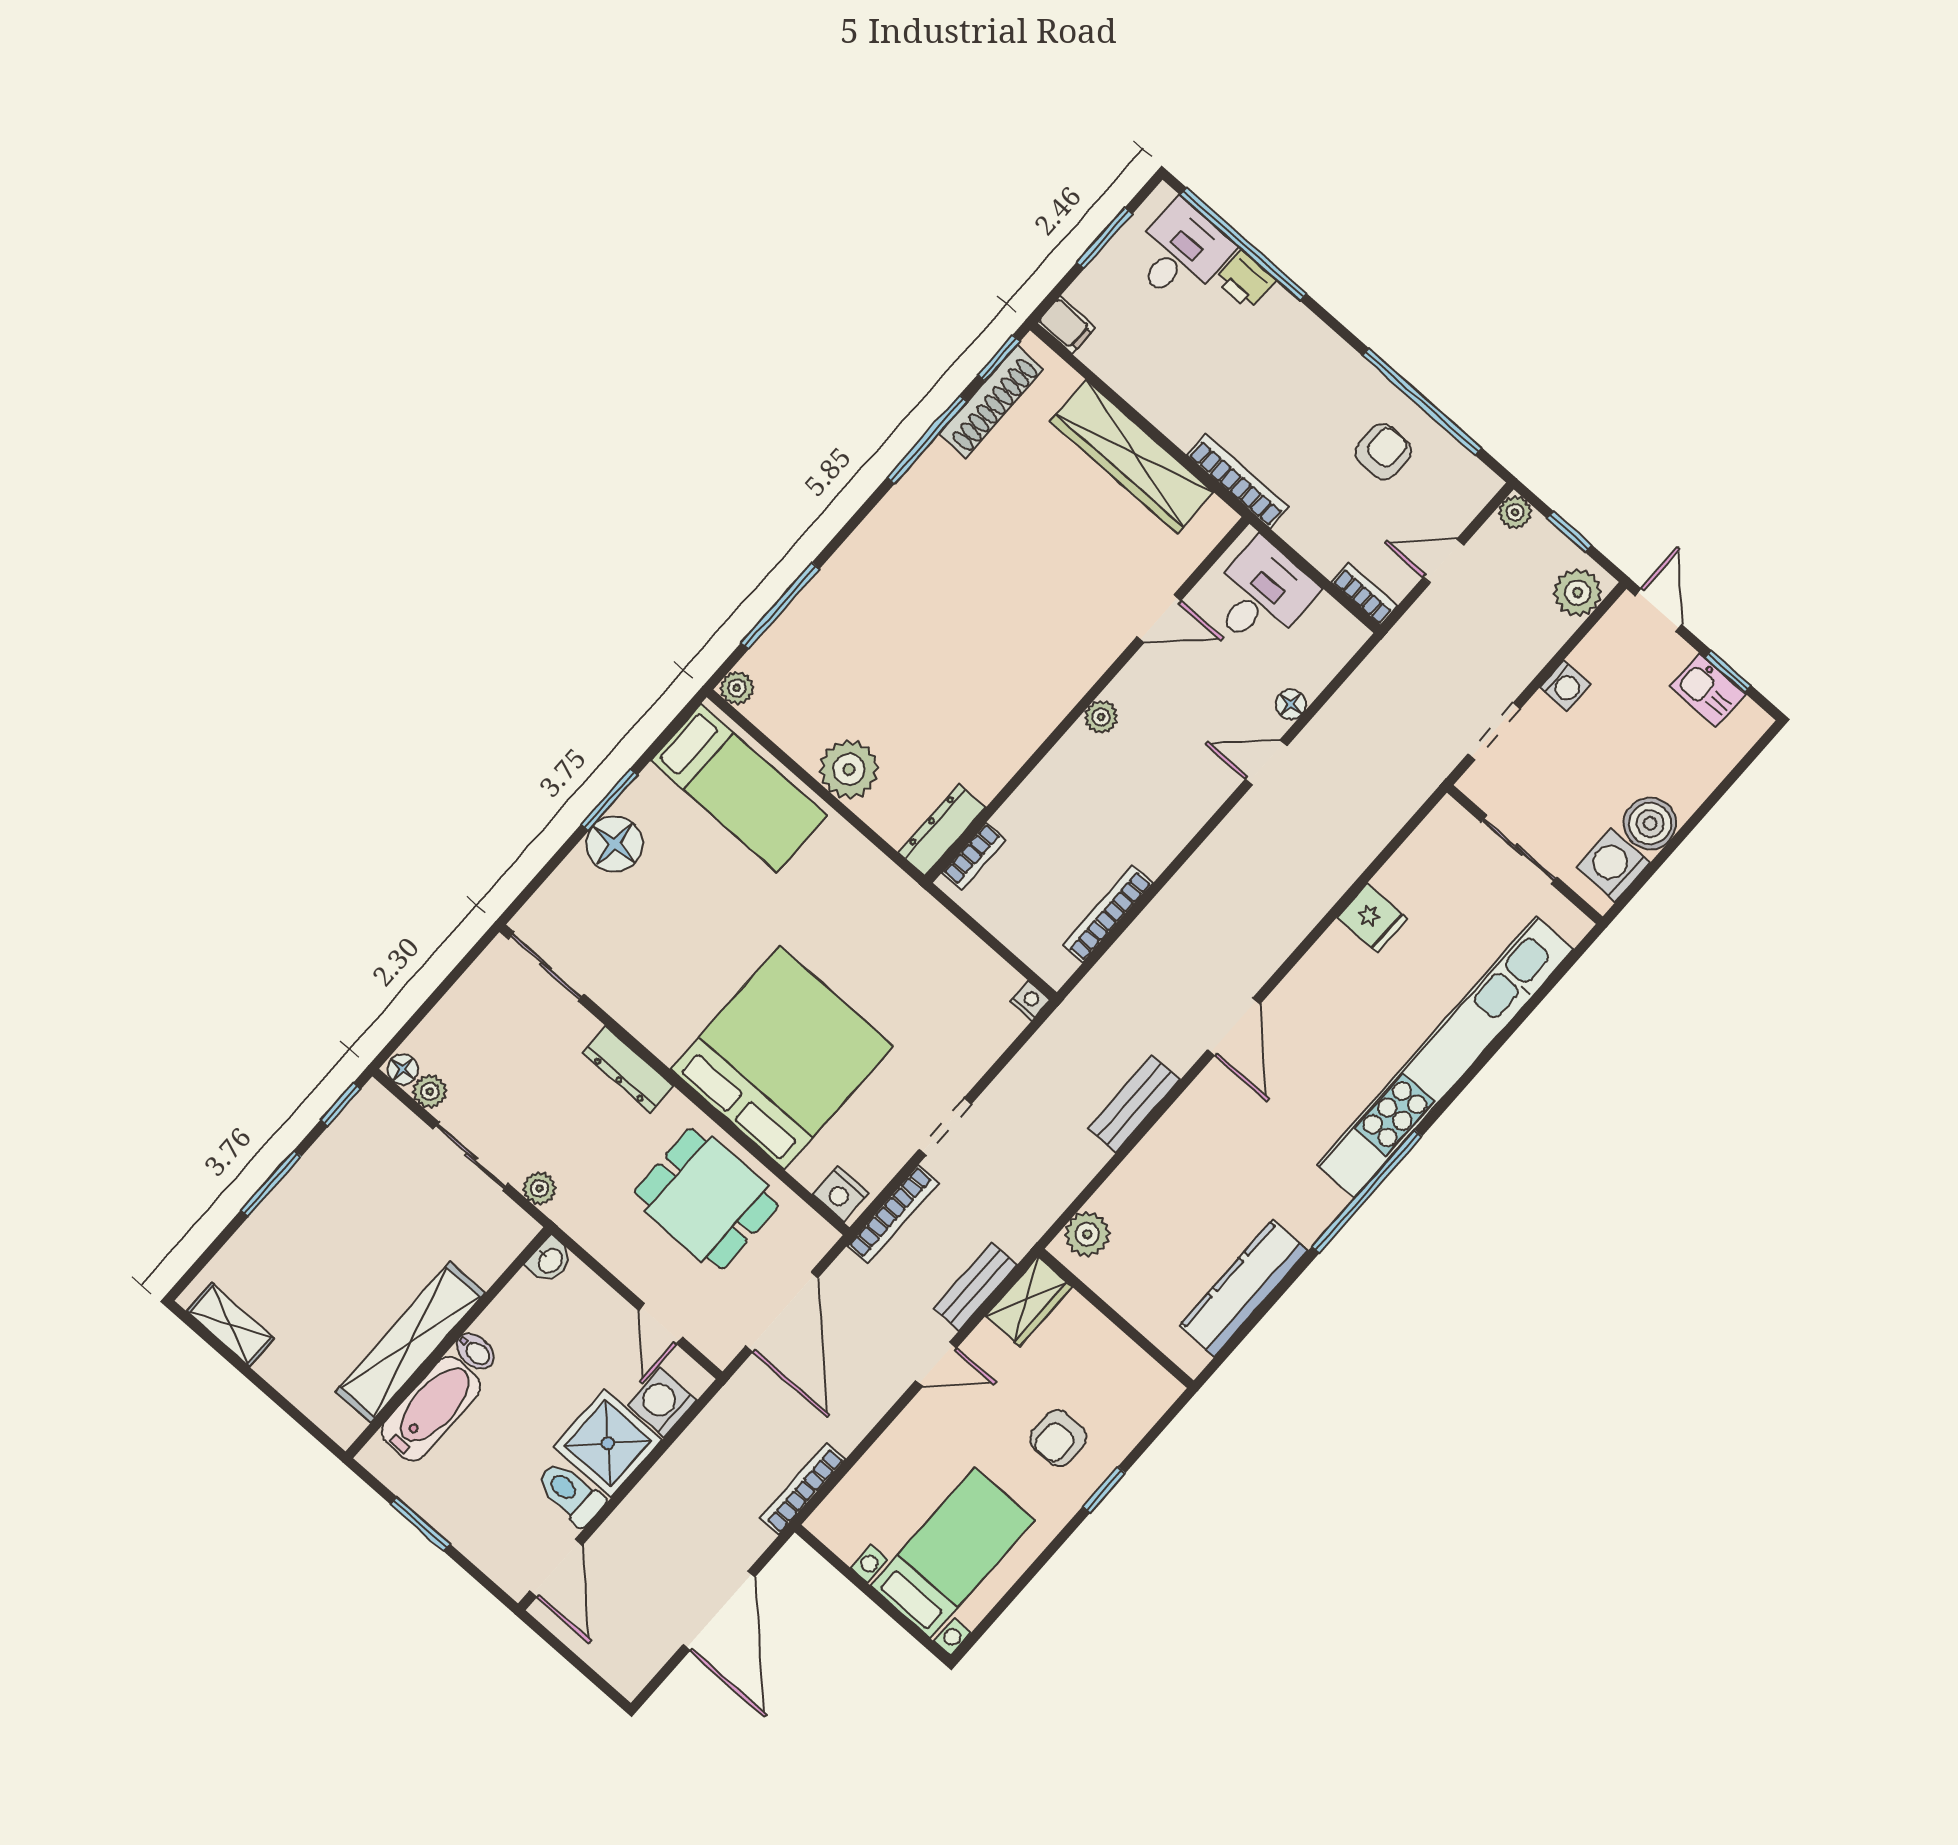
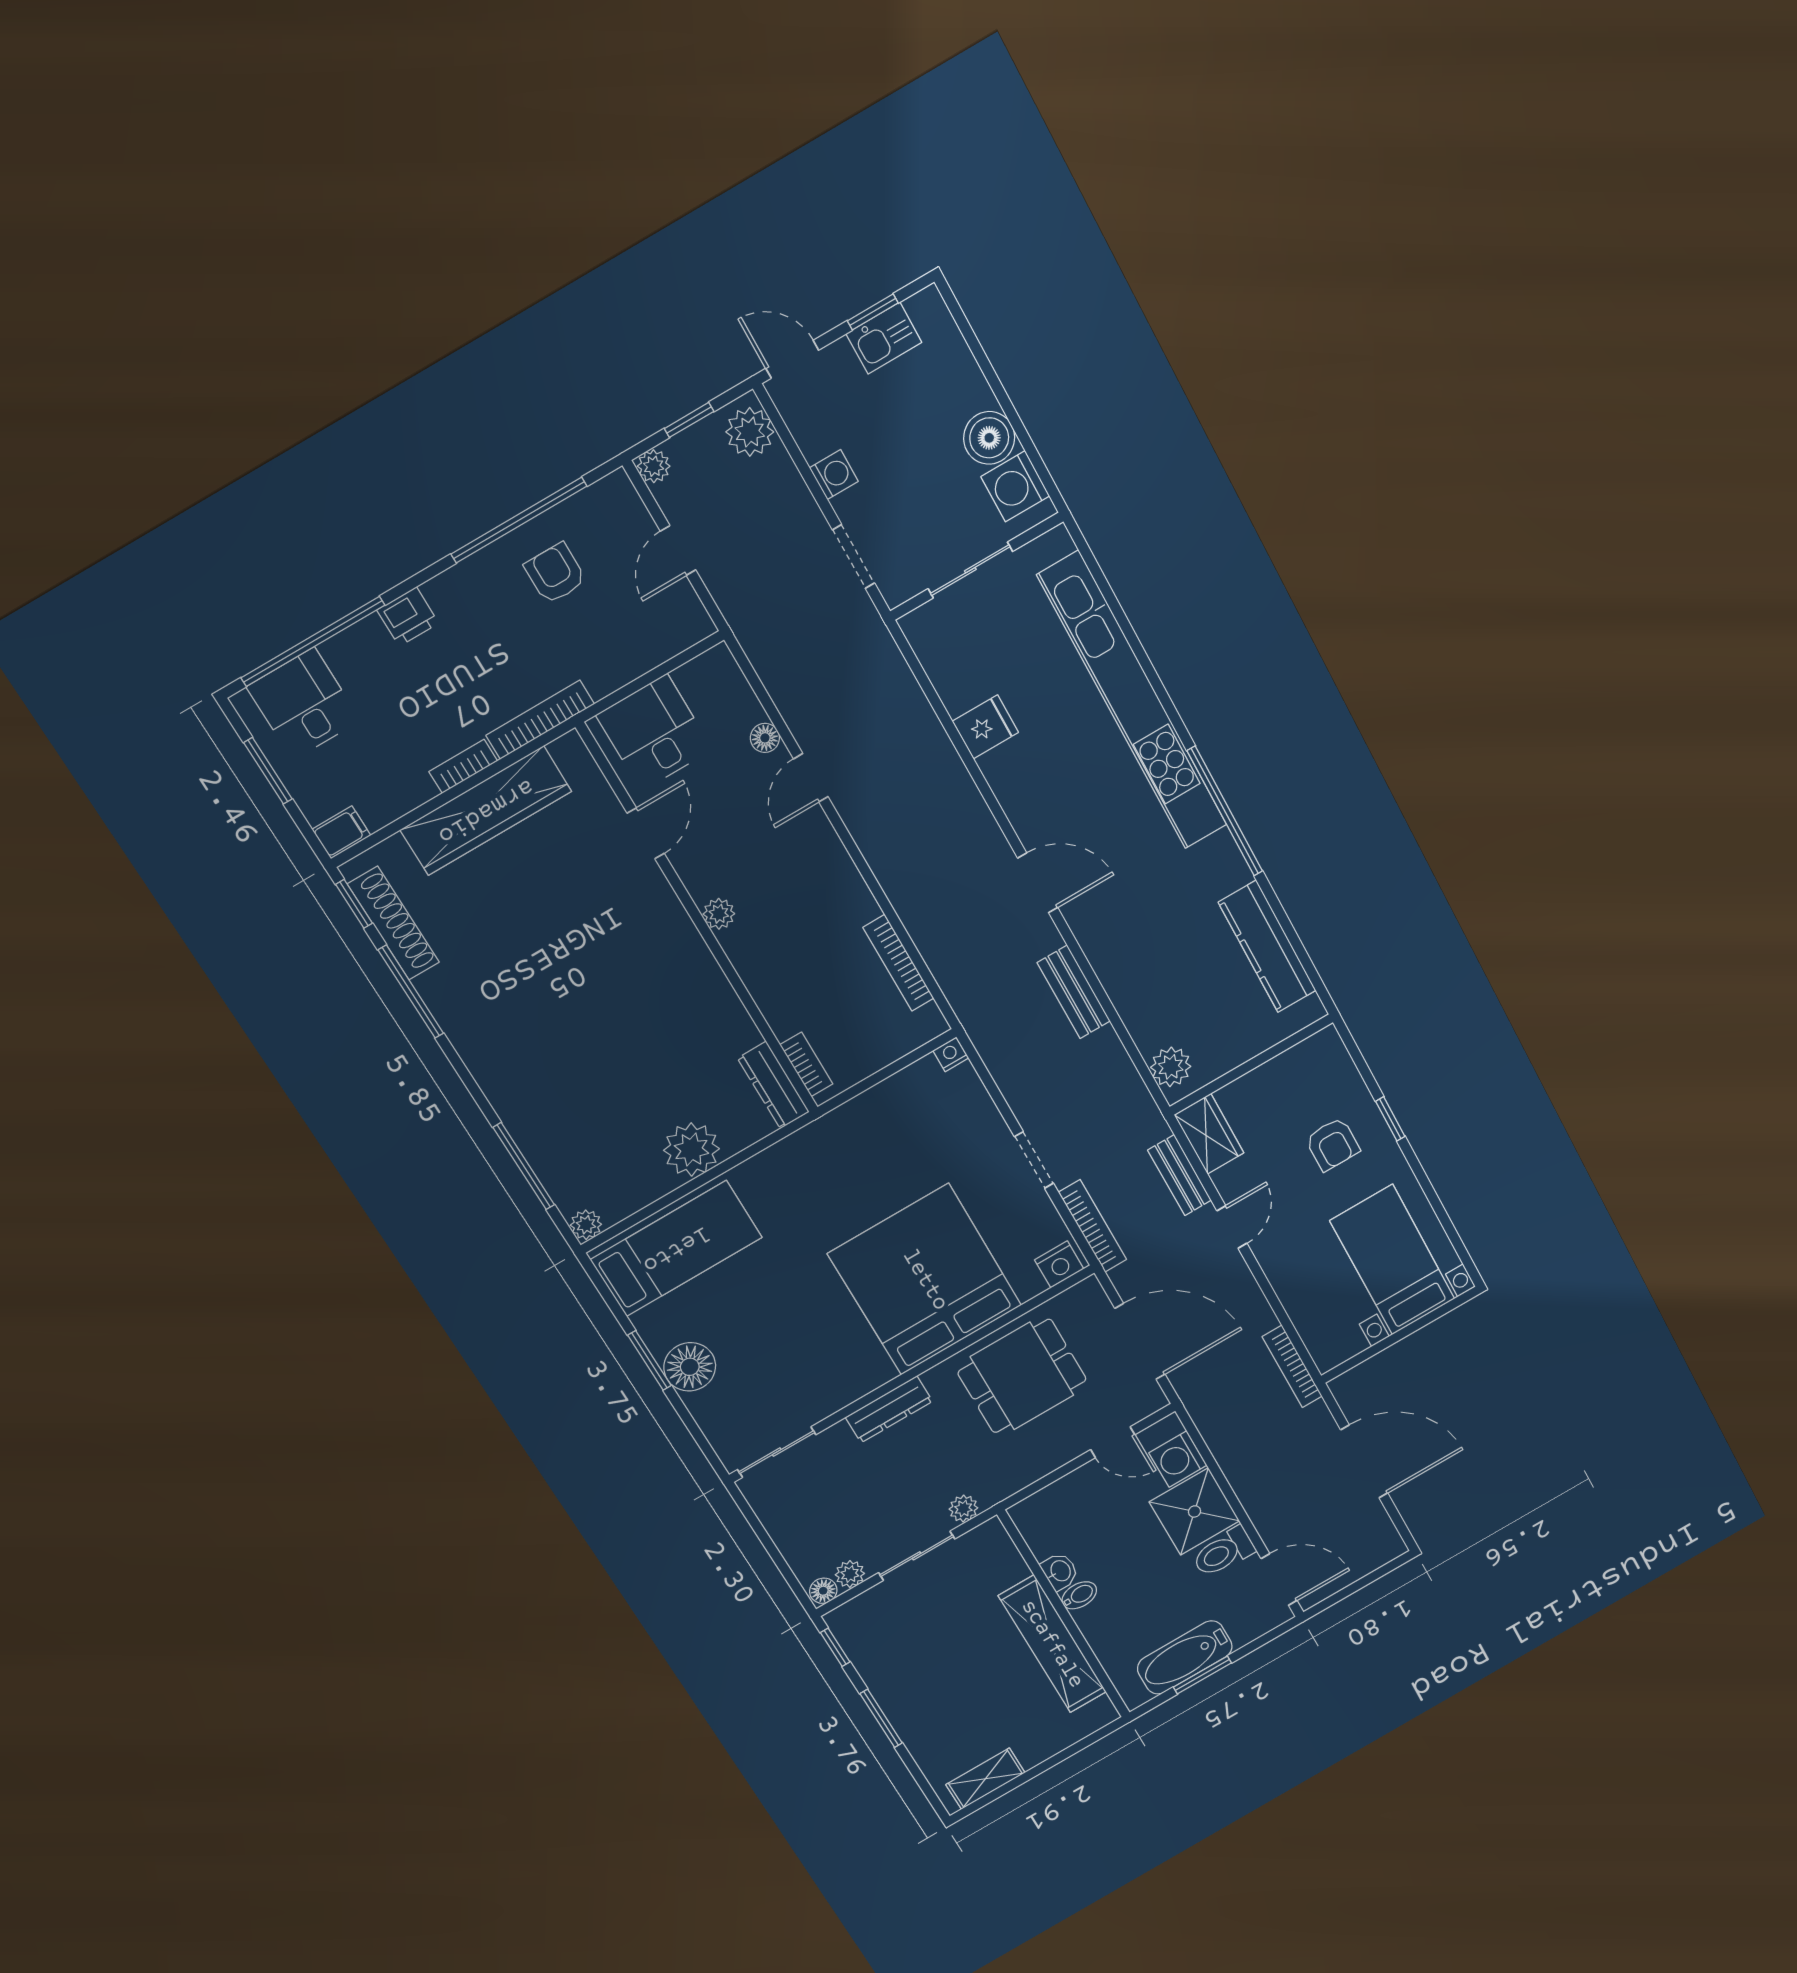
printer: (1245, 280) -> (408, 617), moved
bookcase: (1364, 594) -> (463, 766), moved
washbasin: (550, 1260) -> (1060, 1571), moved
bathtub: (431, 1409) -> (1185, 1657), moved, turned -90

